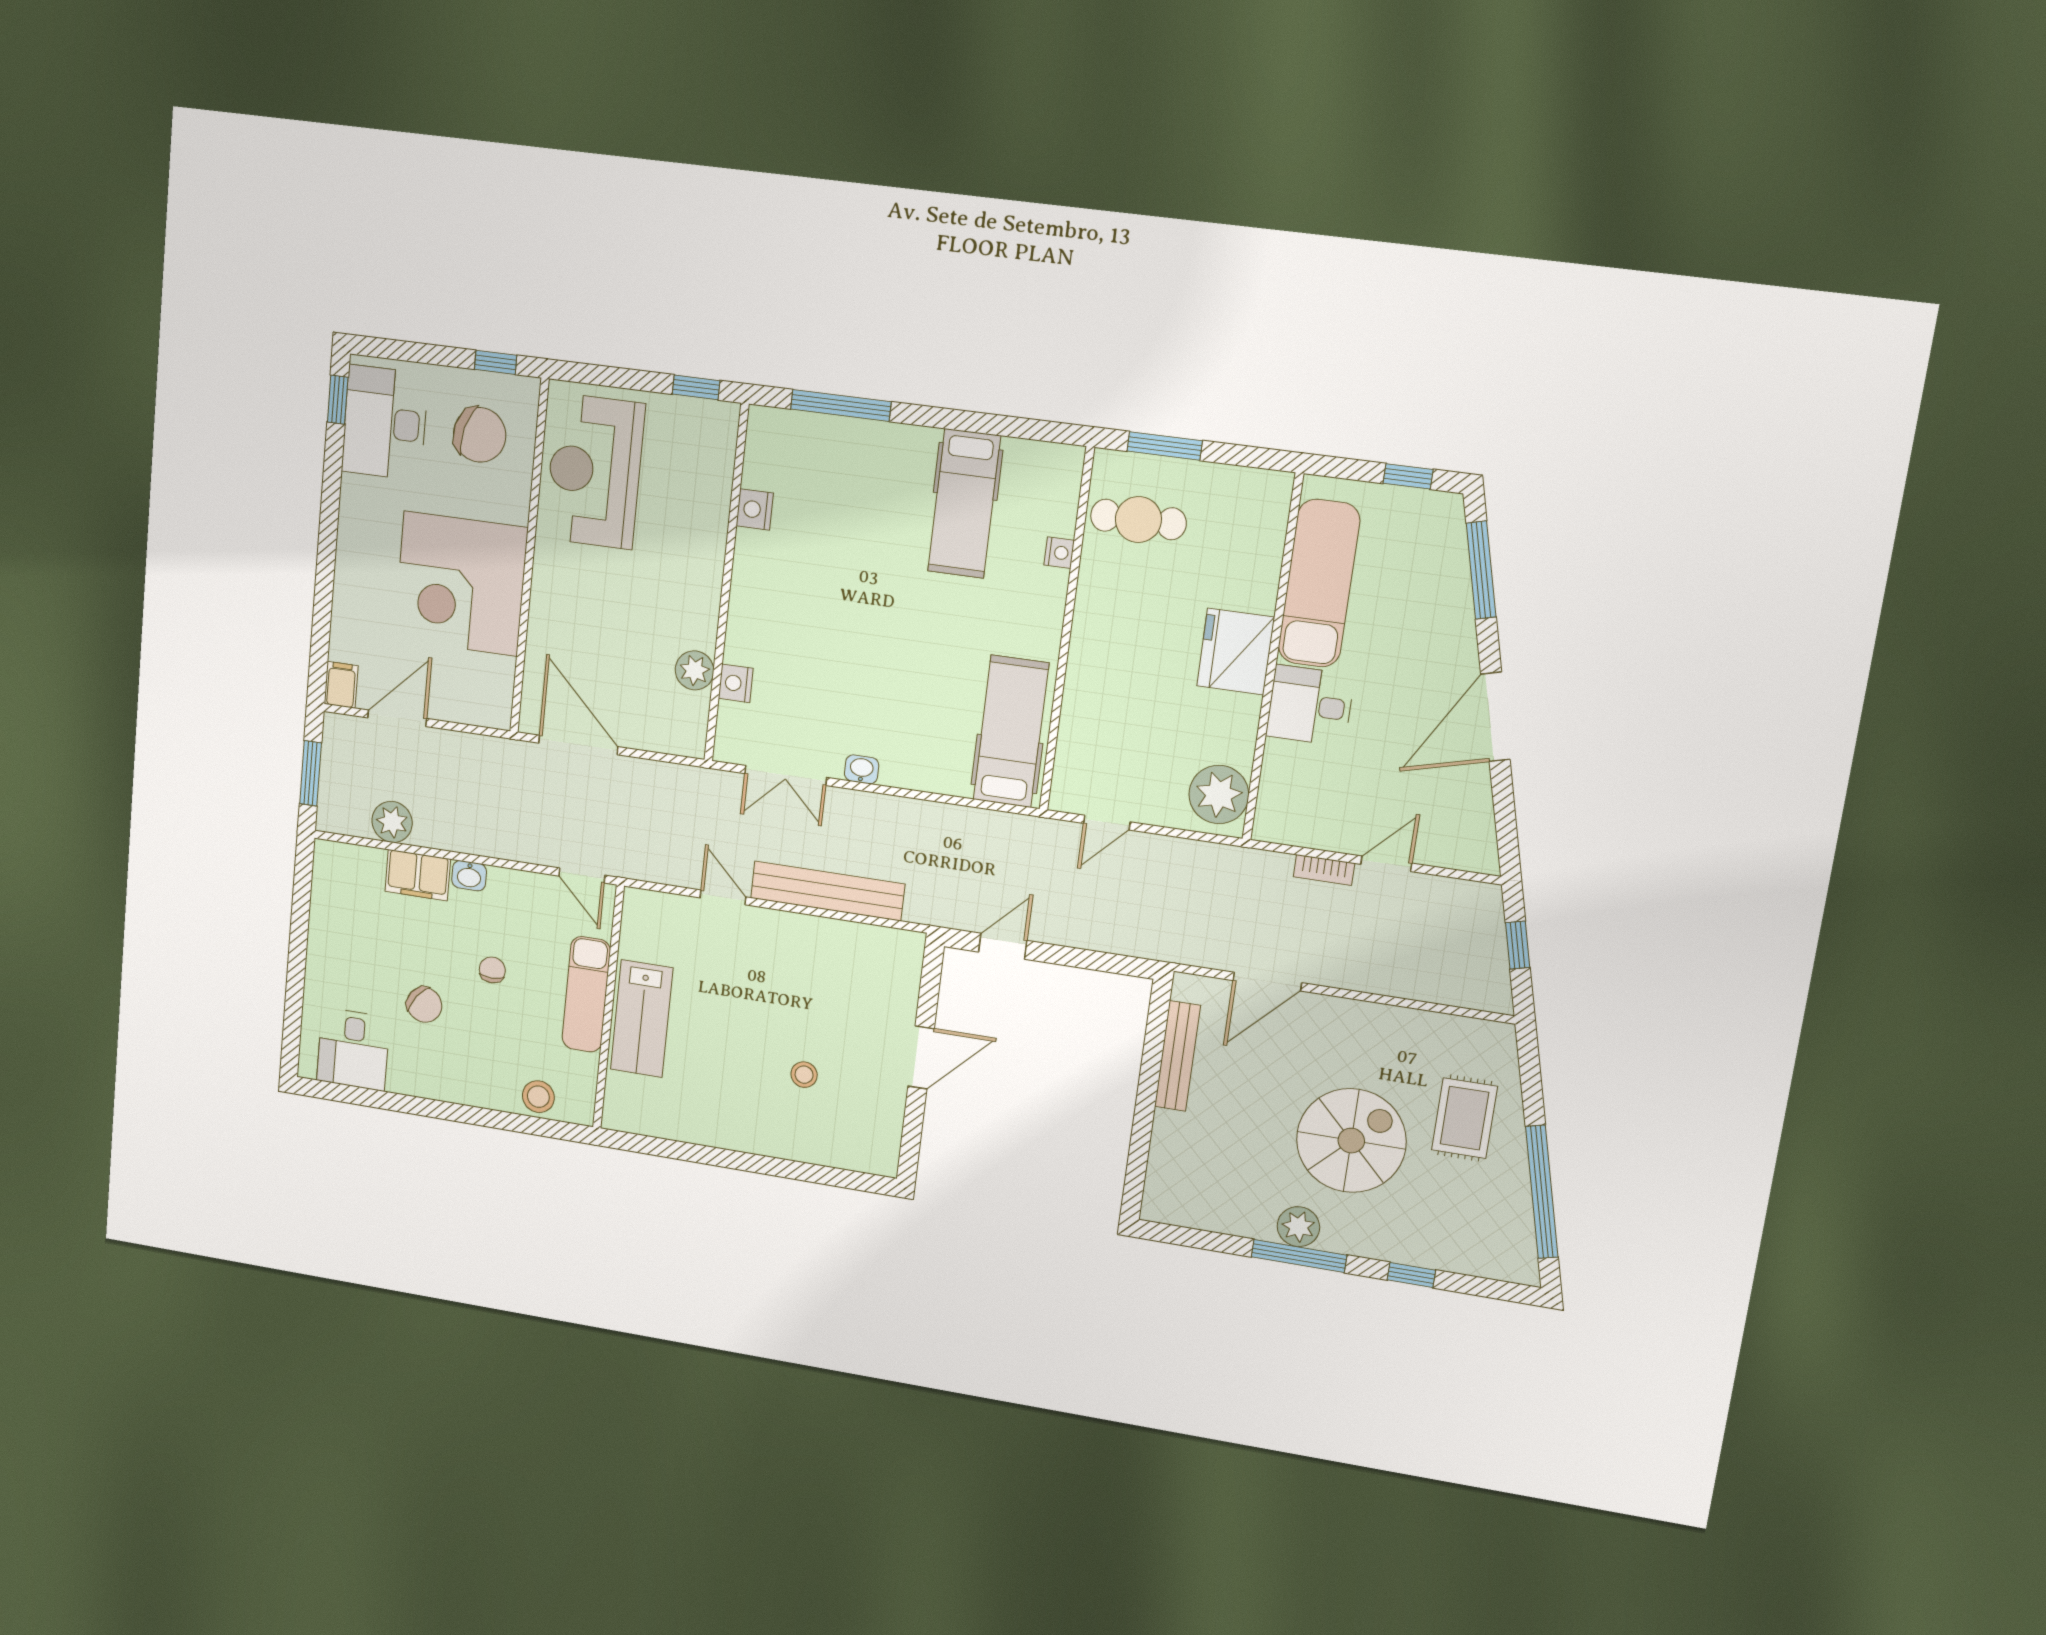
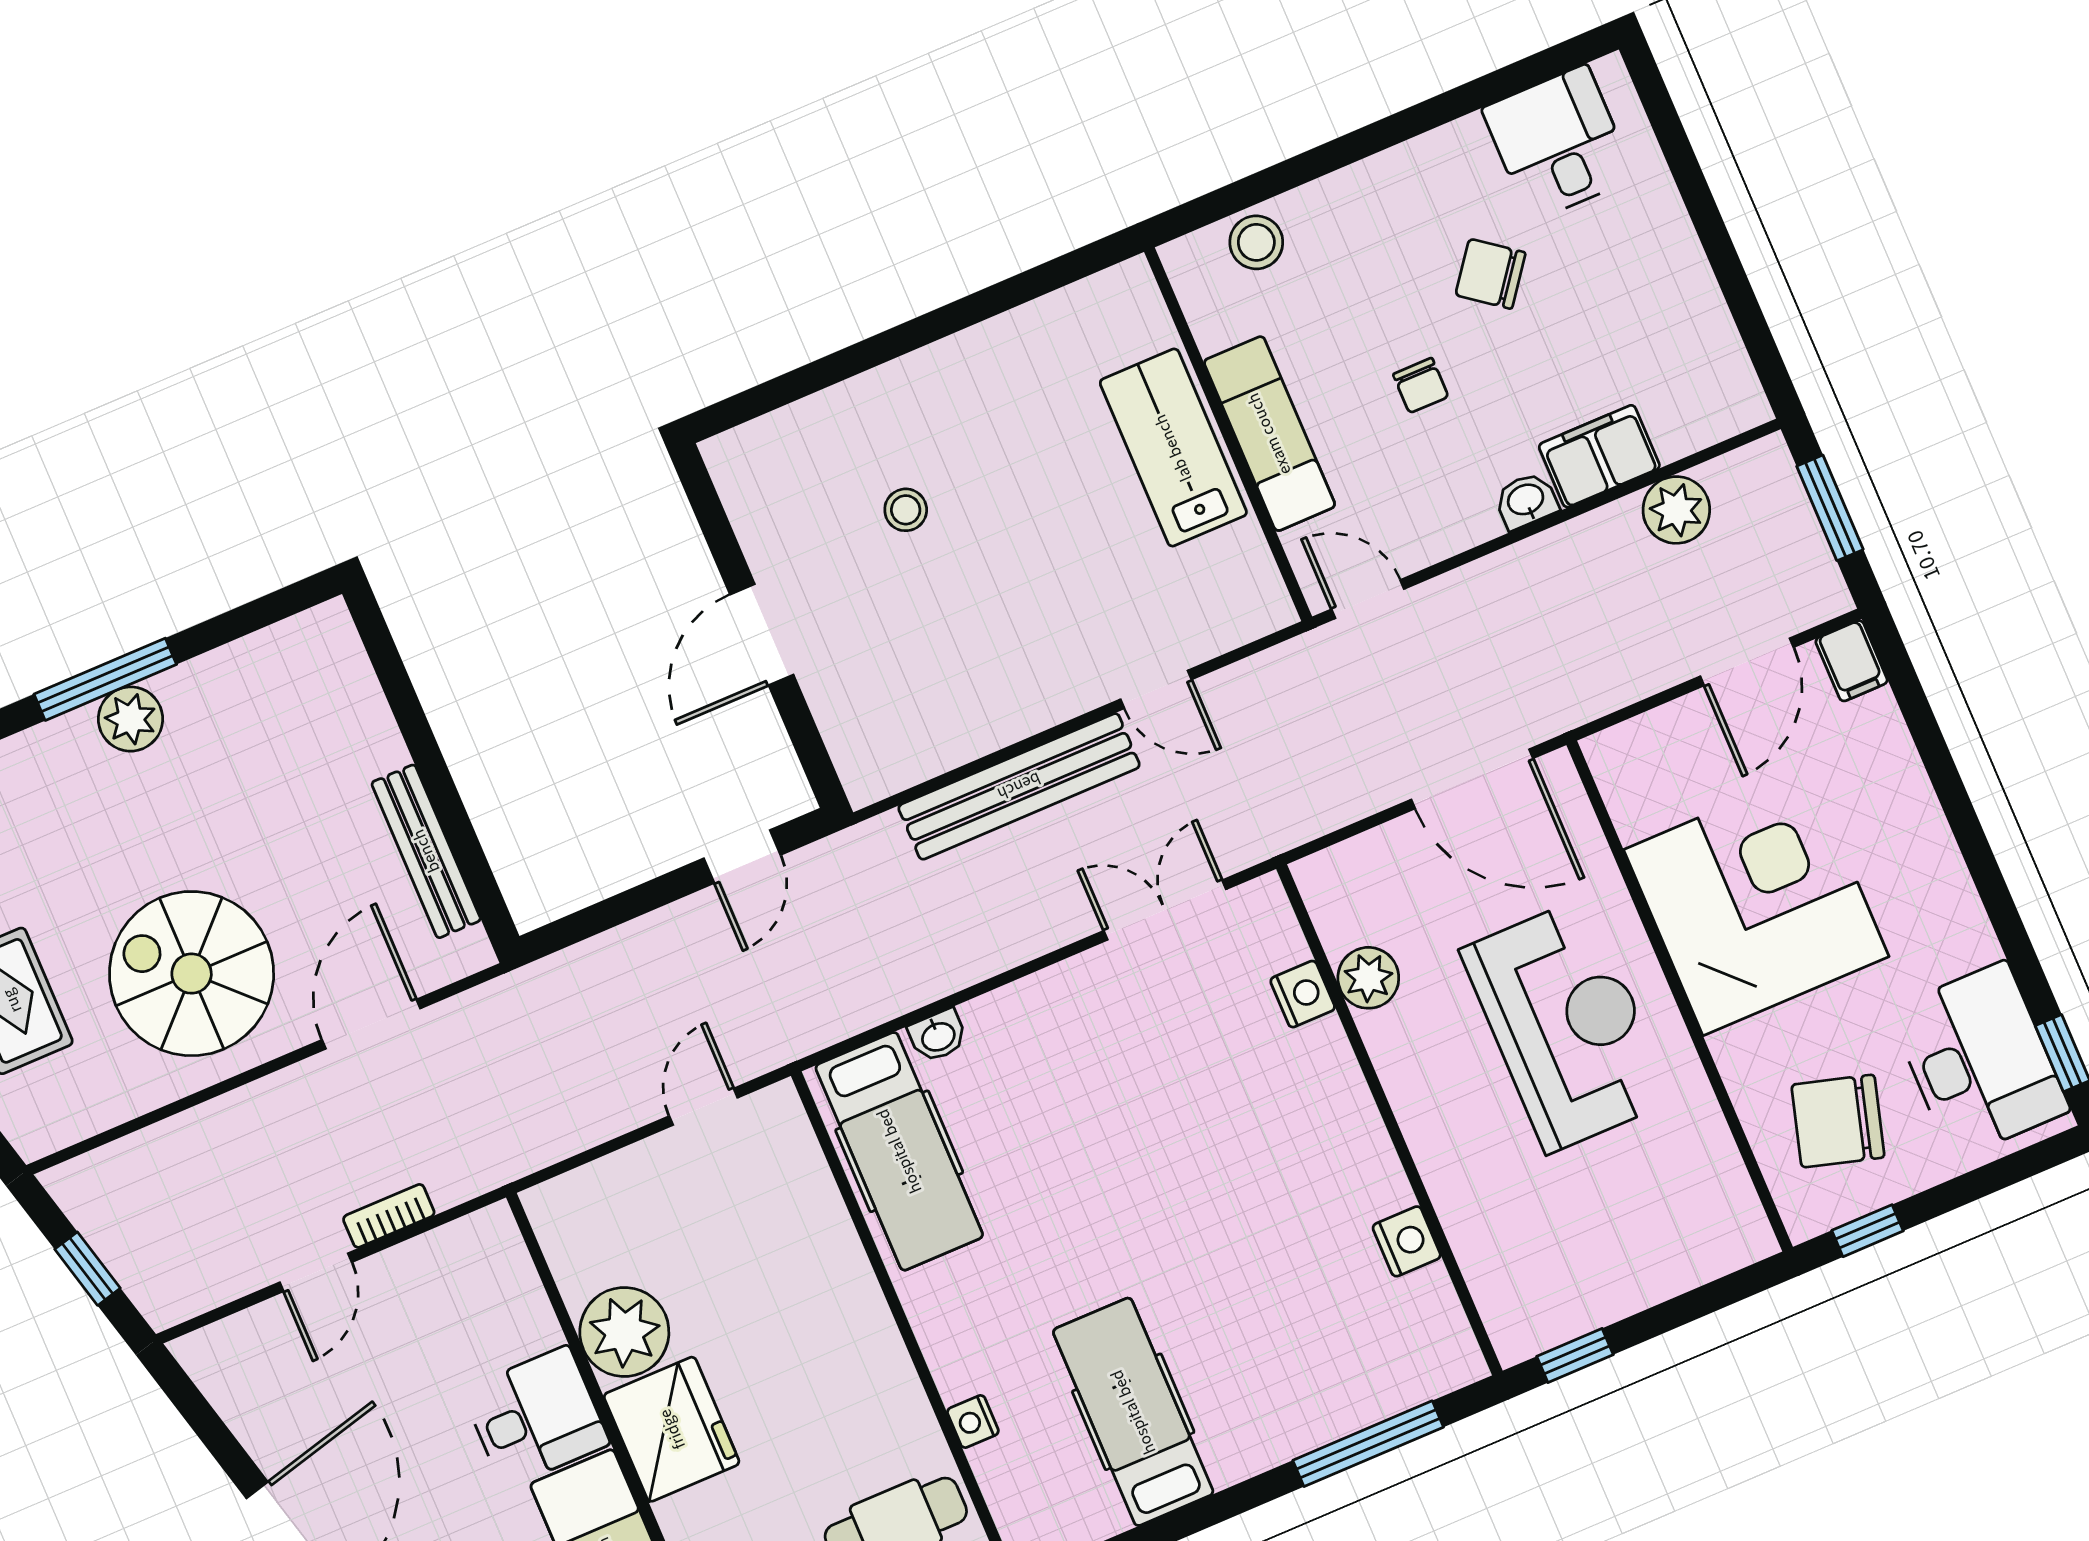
reception desk: (594, 471) -> (1567, 1025), moved
washbasin: (862, 769) -> (938, 1036), moved
plant: (1219, 795) -> (624, 1332), moved
spiral stairs: (1351, 1141) -> (192, 974), moved, turned 90

